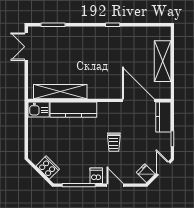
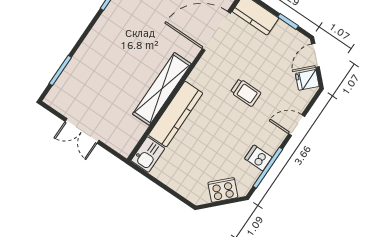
double door: (26, 47) -> (82, 131), moved
shelving: (60, 92) -> (162, 89), moved
door: (163, 168) -> (315, 55), hinge flipped
dishwasher: (96, 176) -> (258, 158), moved

